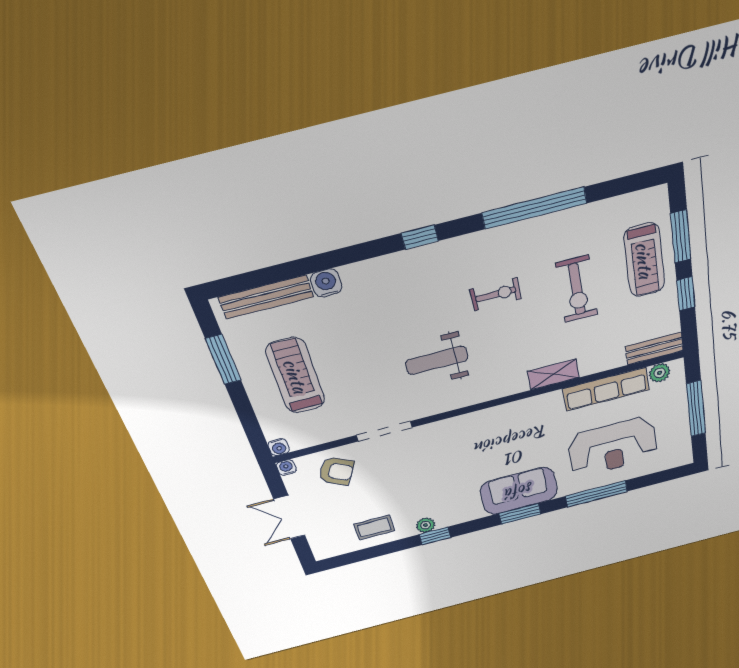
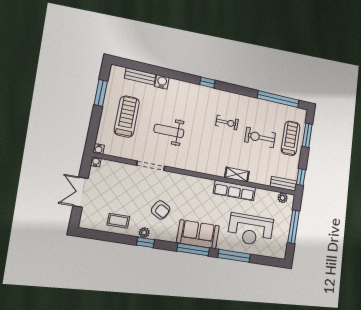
window: (534, 208) -> (278, 99), moved
treadmill: (644, 260) -> (291, 138), turned 180
exercise bike: (577, 289) -> (260, 137), turned 90
window: (686, 294) -> (301, 177), moved
bench: (266, 297) -> (140, 76), width x0.73
weight bench: (437, 360) -> (169, 131), moved
row of seats: (606, 389) -> (234, 190), moved
armchair: (336, 471) -> (161, 210), moved
window: (520, 514) -> (193, 250), width x1.44

